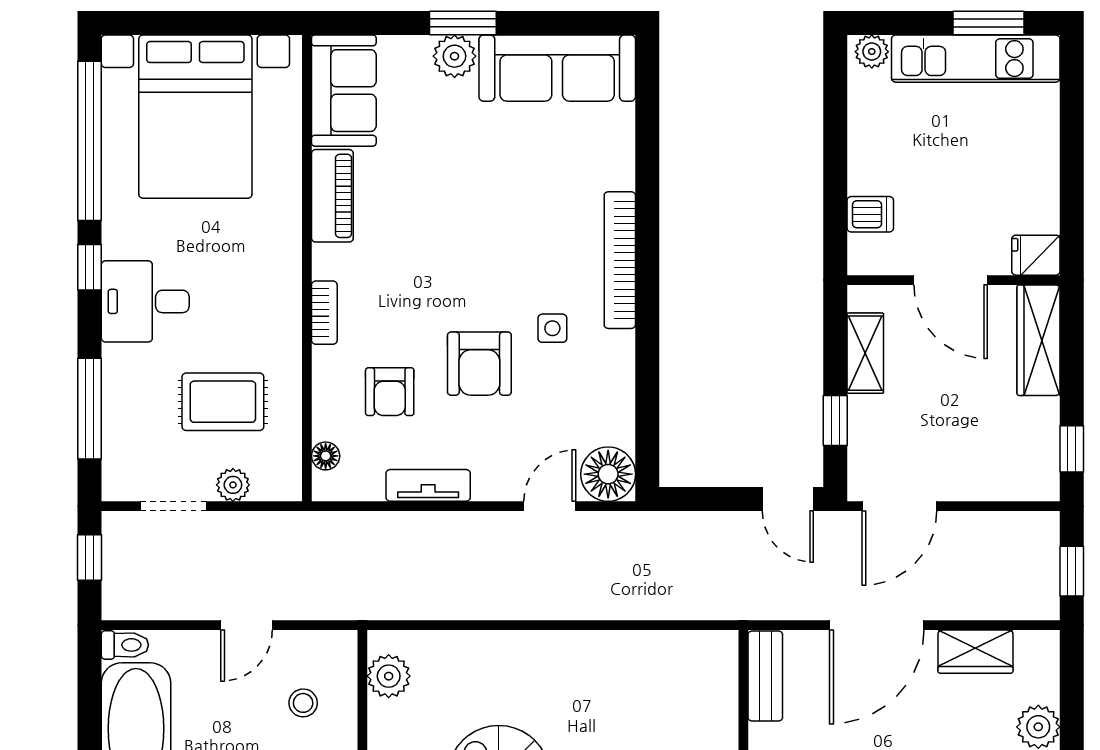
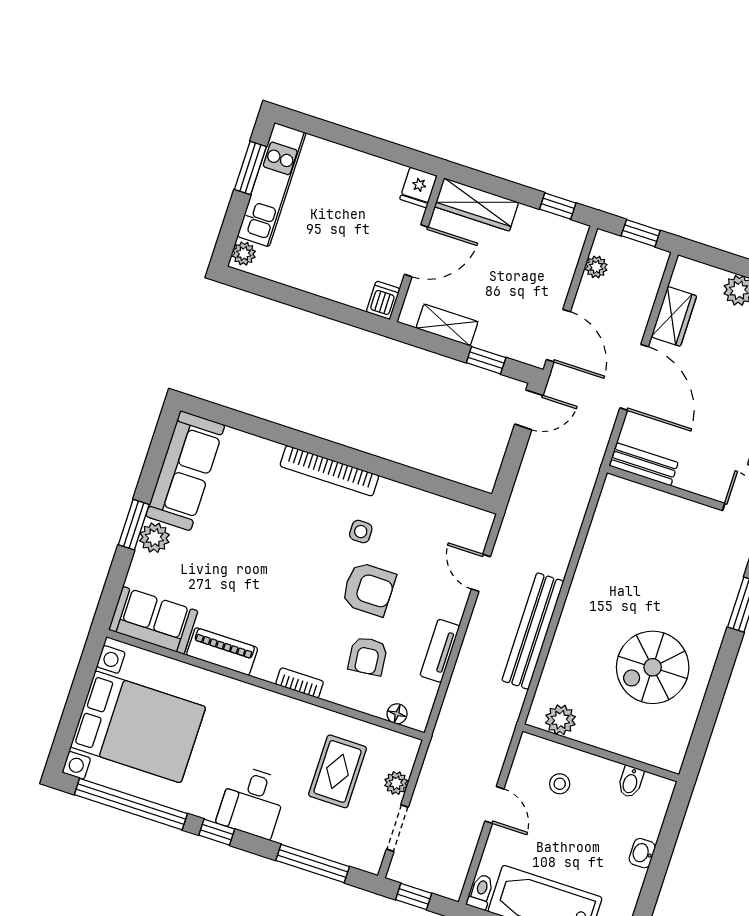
dishwasher: (870, 214) -> (383, 300), moved
armchair: (390, 392) -> (368, 656), turned 84
floor lamp: (608, 474) -> (472, 526), removed
plant: (1007, 527) -> (596, 267), added
bench: (495, 601) -> (533, 631), added

